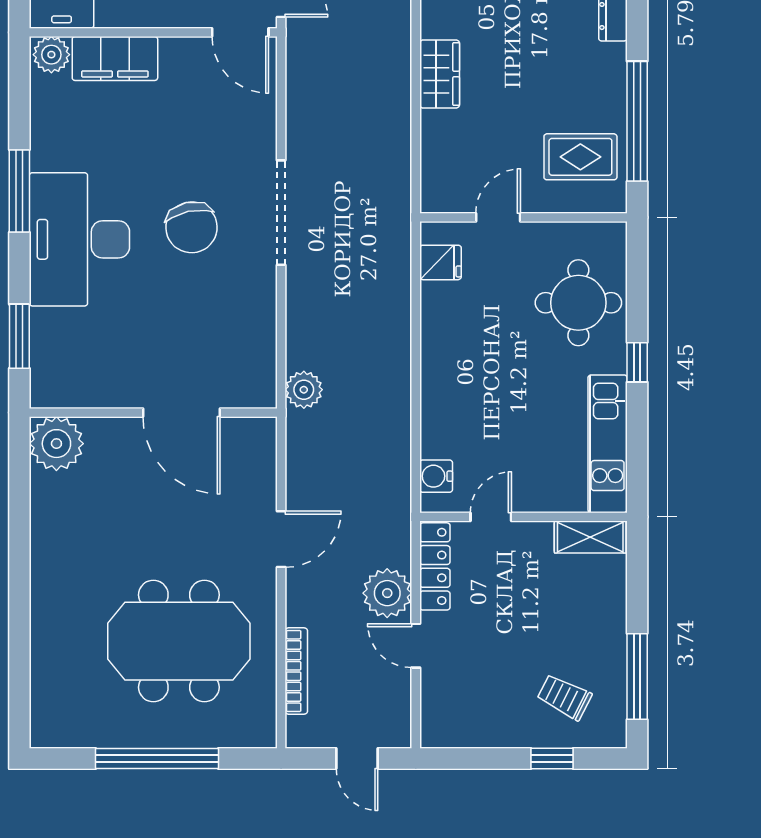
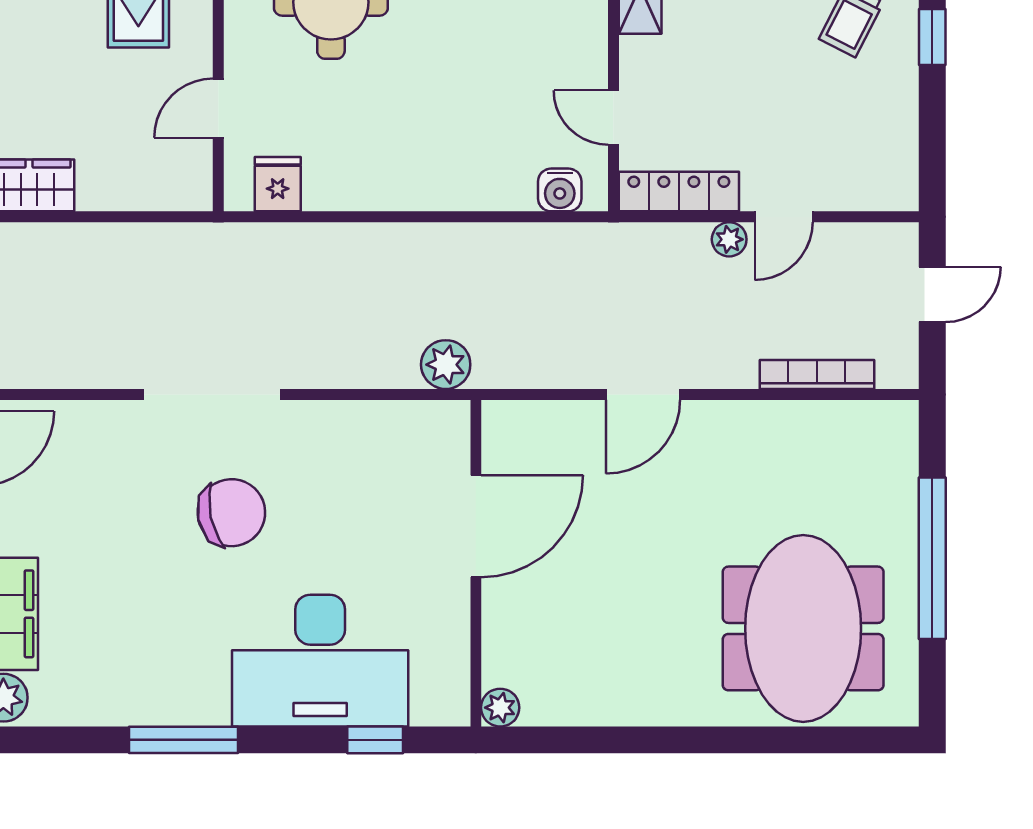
door: (498, 217) -> (218, 108), hinge flipped
desk: (79, 239) -> (320, 661), moved
window: (19, 336) -> (375, 740), width x0.67
plant: (56, 444) -> (500, 708), width x0.53, depth x0.53
door: (281, 539) -> (643, 394), swing flipped
plant: (387, 593) -> (729, 239), width x0.53, depth x0.53
meeting table: (179, 641) -> (803, 628), moved

